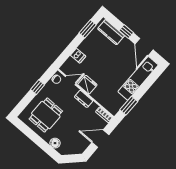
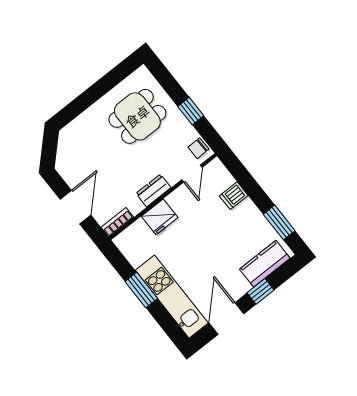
door: (144, 47) -> (227, 318), hinge flipped
fridge: (87, 85) -> (160, 217), moved
window: (129, 106) -> (141, 290), moved
dining table: (46, 115) -> (137, 116), turned 90
floor lamp: (55, 143) -> (83, 123), removed

